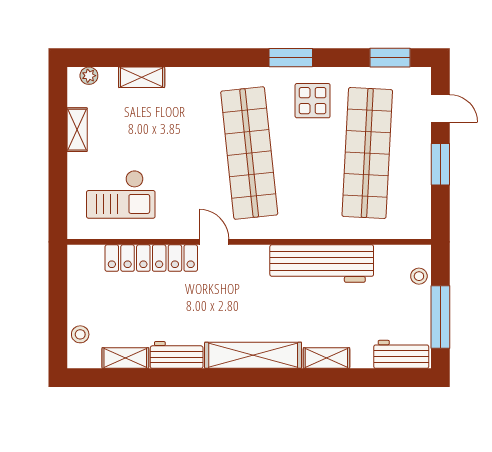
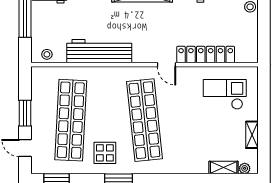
shelving: (142, 77) -> (224, 167), moved
stool: (419, 276) -> (47, 54), moved

